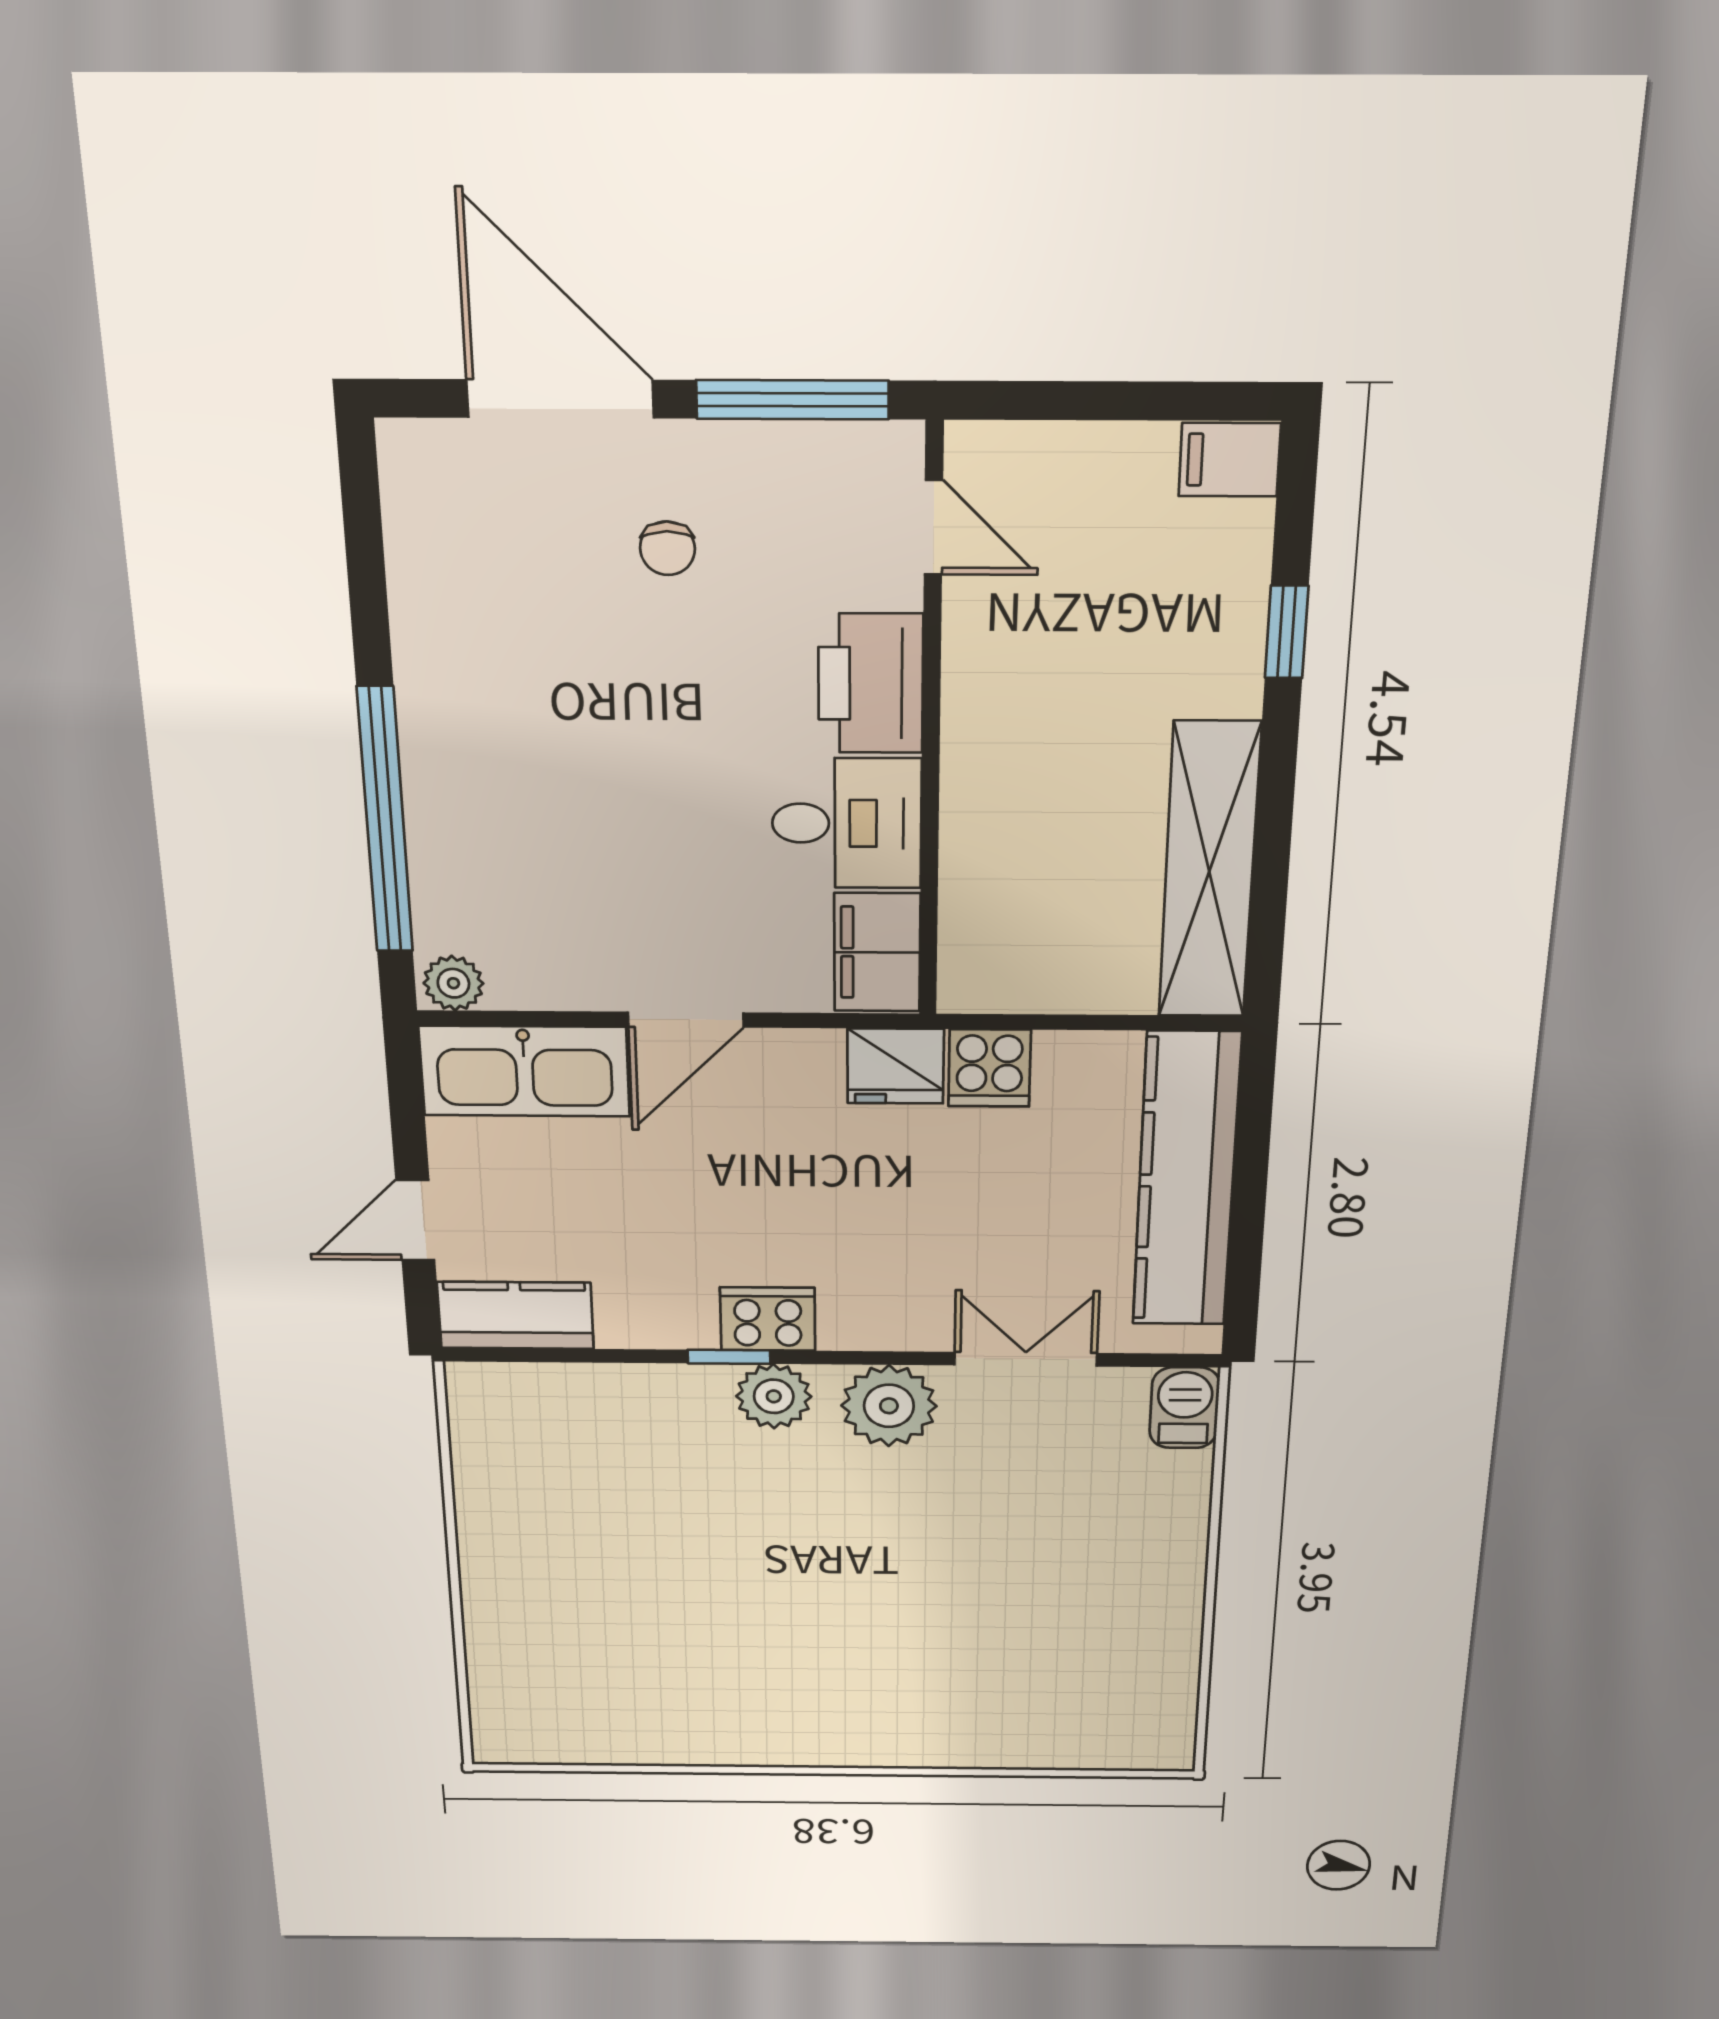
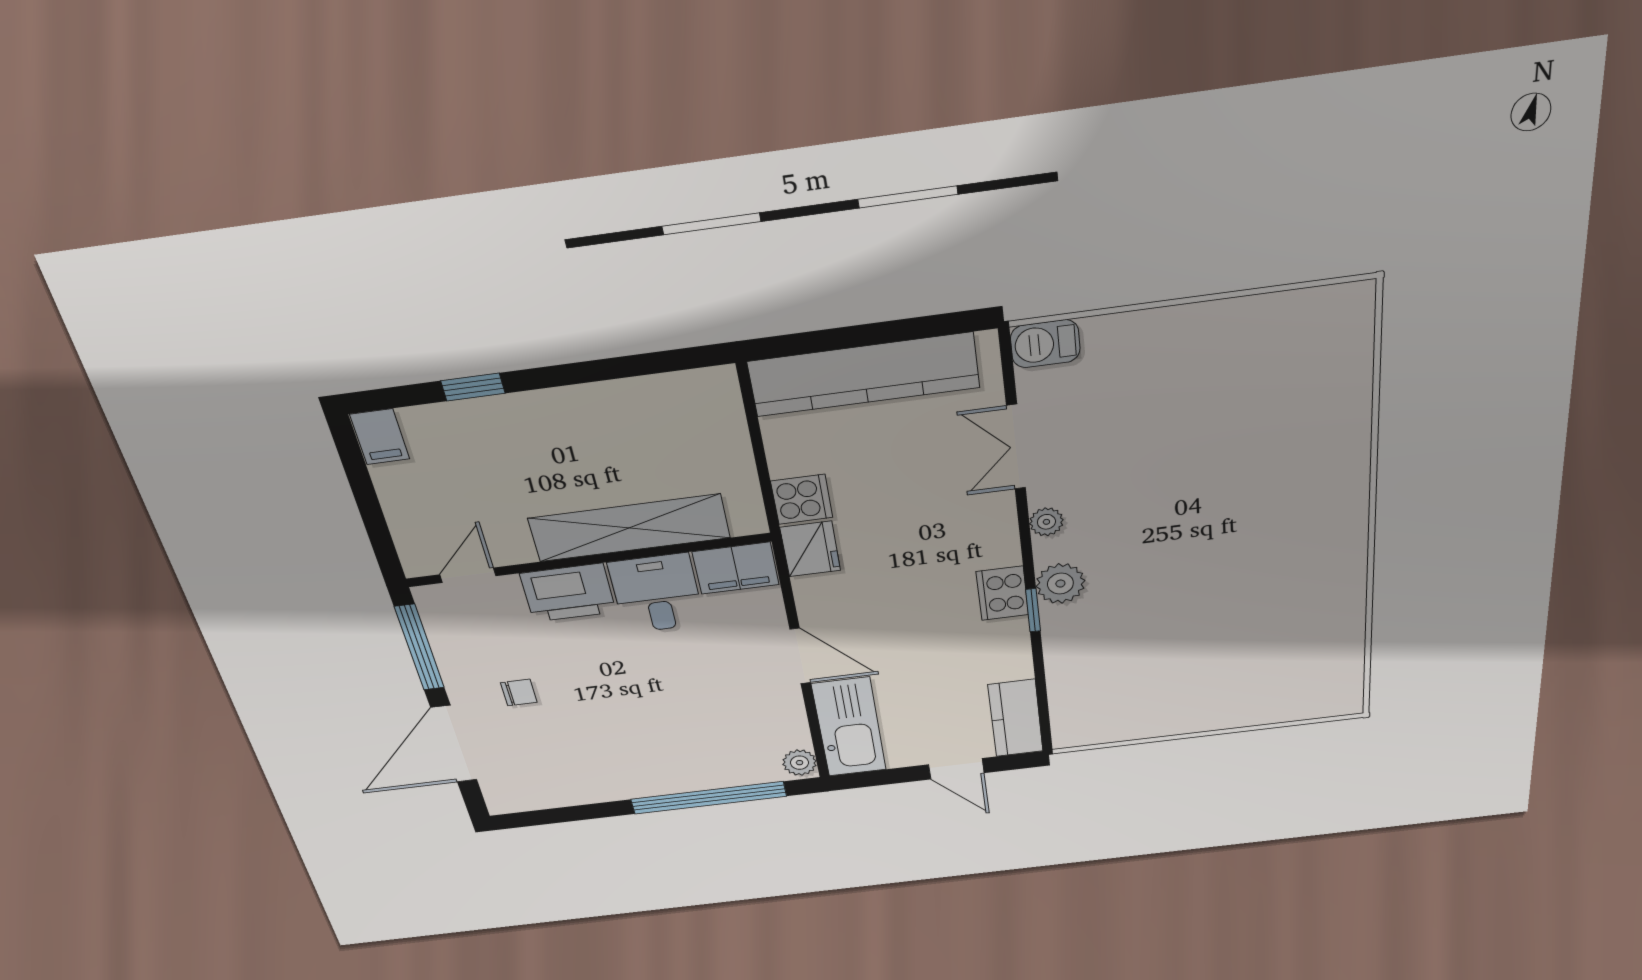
shelving: (1209, 871) -> (629, 528), moved
plant: (889, 1406) -> (1046, 522), width x0.53, depth x0.53

